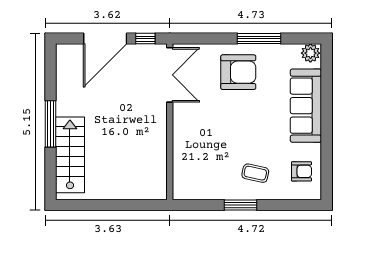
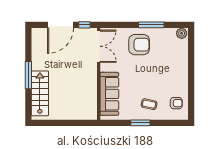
sofa: (306, 106) -> (109, 94), moved, turned 180

